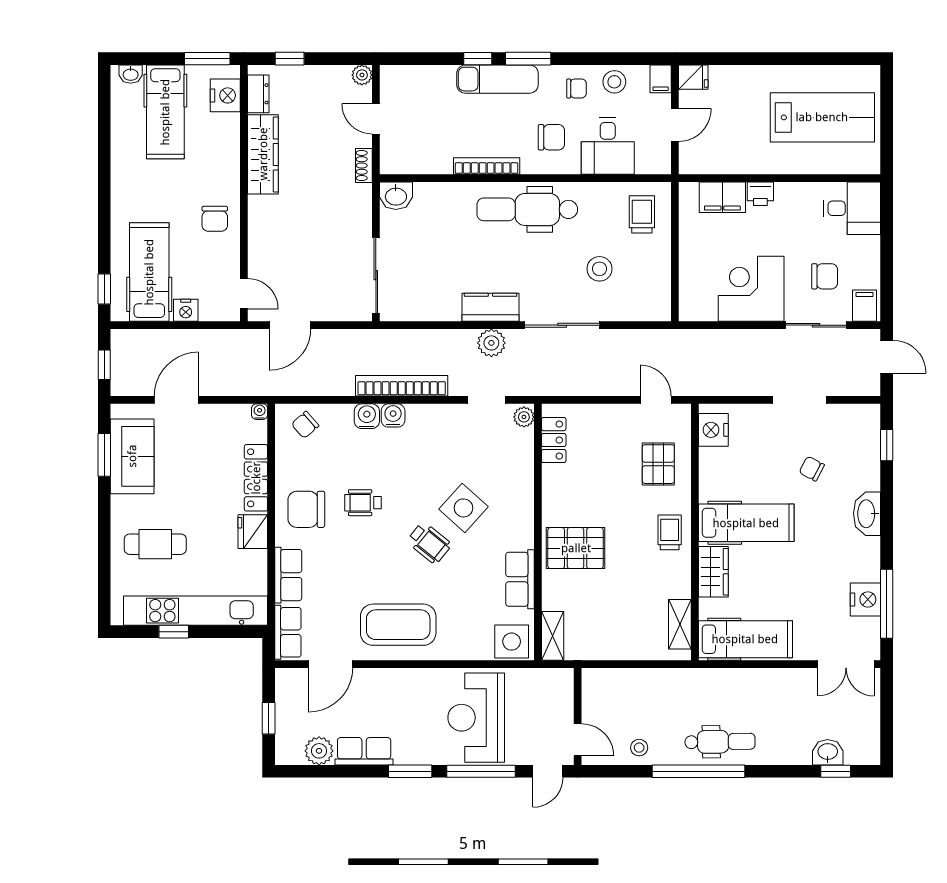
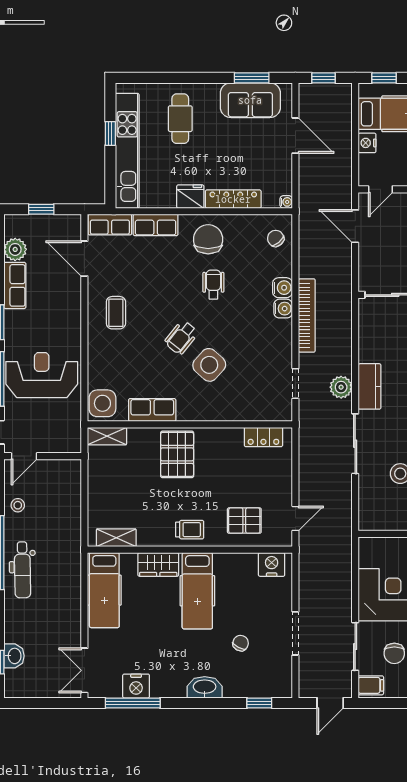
plant: (524, 417) -> (282, 413), removed
coffee table: (398, 625) -> (116, 313), width x0.54, depth x0.58

